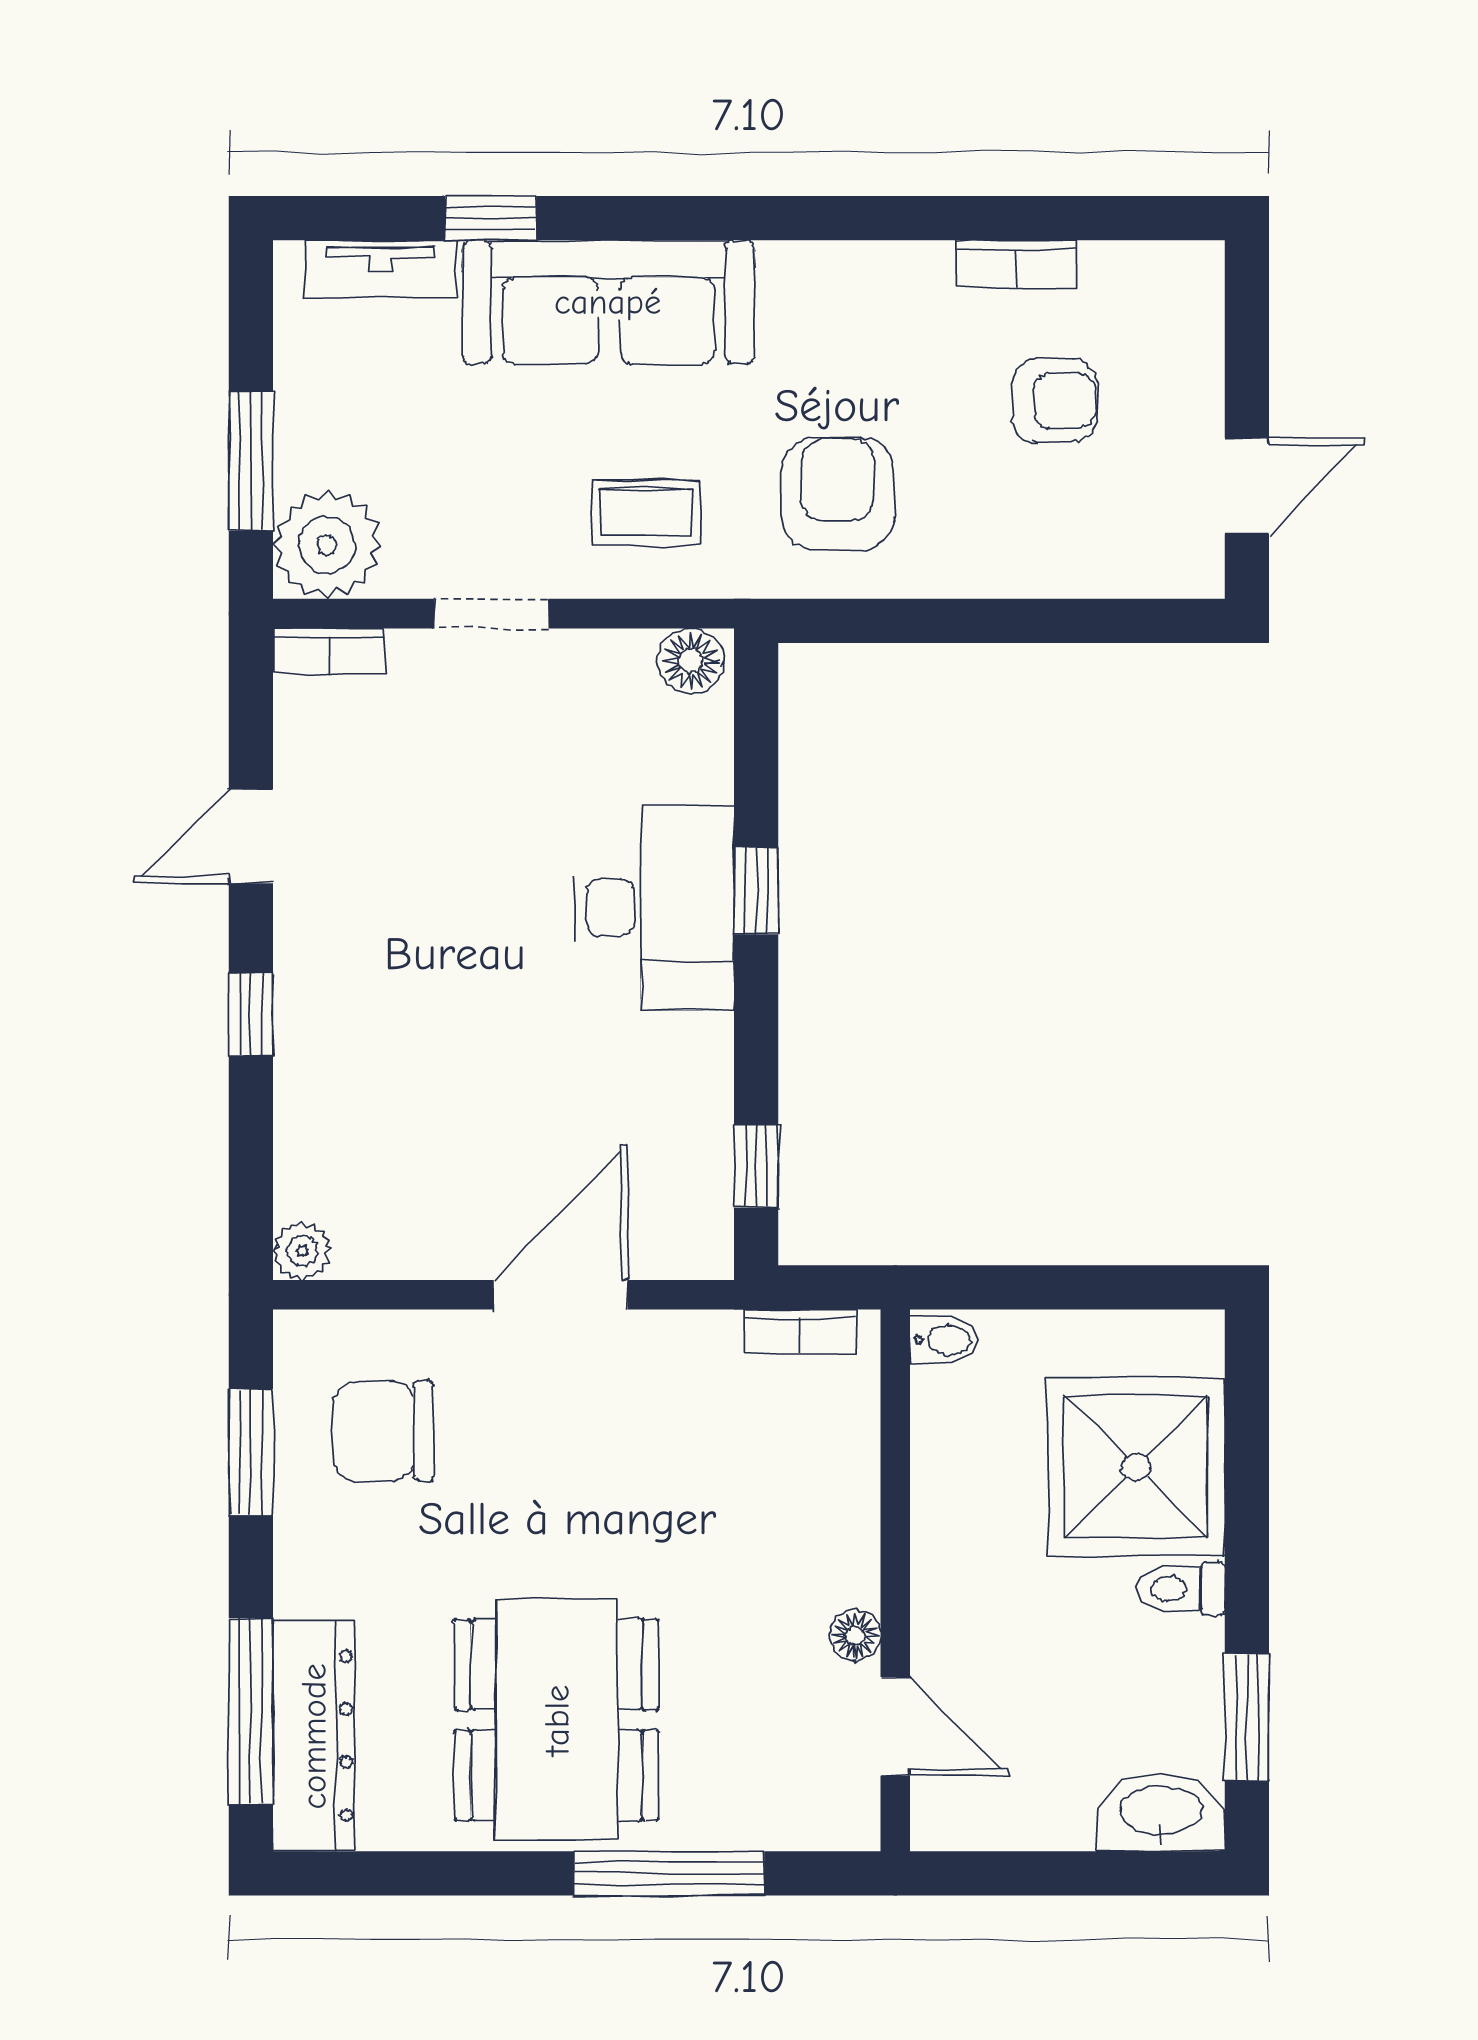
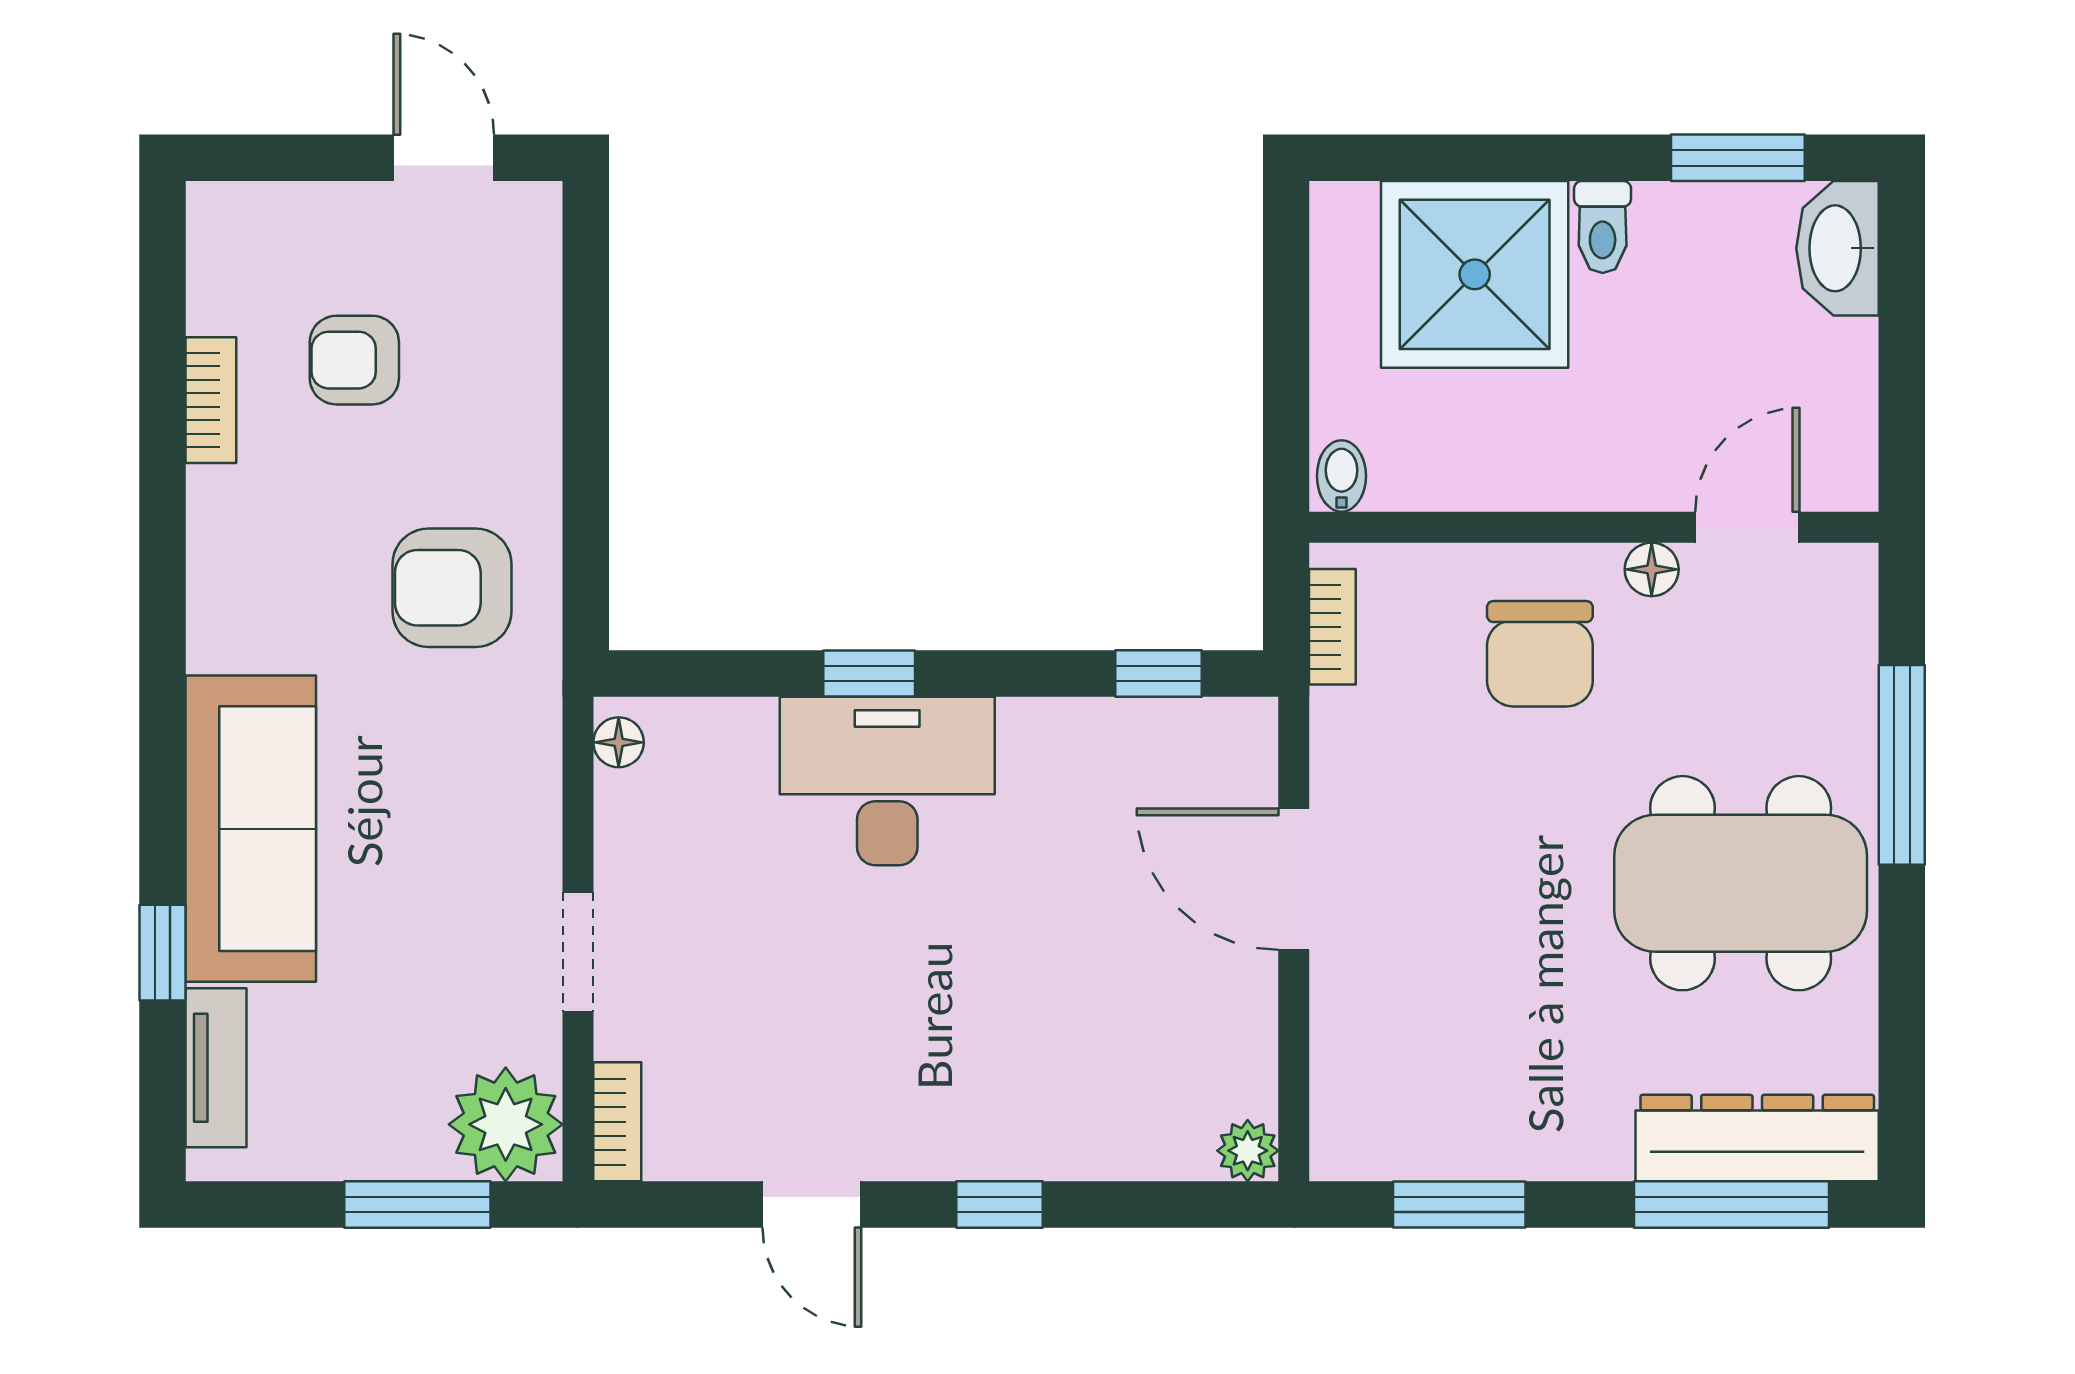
armchair: (1054, 401) -> (354, 360), turned -90
coffee table: (646, 513) -> (472, 789), removed
floor lamp: (691, 661) -> (619, 742), width x0.73, depth x0.73
chair: (384, 1431) -> (1540, 654), moved

